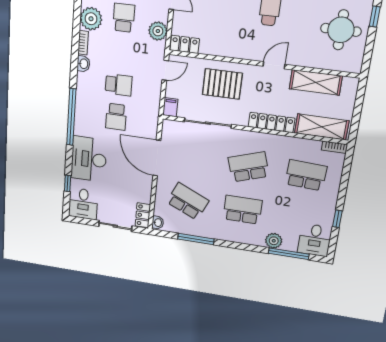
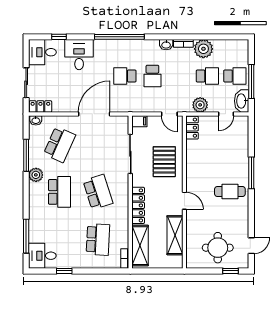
desk: (89, 159) -> (79, 55), width x0.73
plant: (274, 241) -> (36, 175), moved

